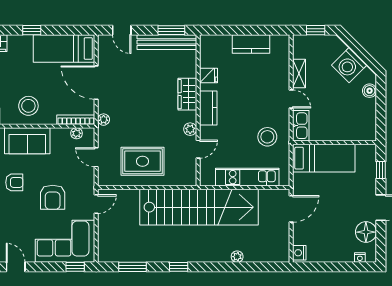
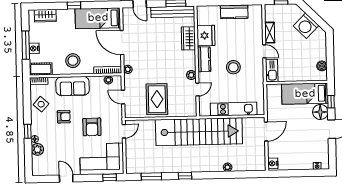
fridge: (209, 75) -> (206, 35), width x1.88, depth x1.34
boiler: (370, 91) -> (322, 66), moved
wardrobe: (187, 94) -> (188, 38), moved
stool: (267, 137) -> (233, 67), moved
bed: (324, 158) -> (305, 94), moved, turned 180
rug: (142, 161) -> (157, 99), turned 90
floor lamp: (366, 232) -> (320, 112), moved

